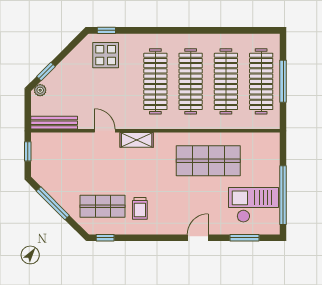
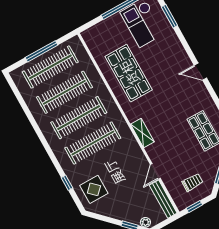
window: (106, 30) -> (67, 183), moved
door: (105, 131) -> (155, 171), moved
trolley: (140, 208) -> (192, 182), moved
door: (198, 238) -> (200, 72), moved

